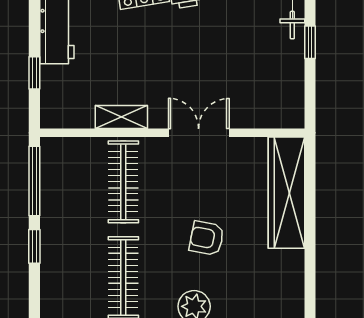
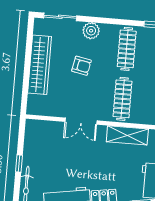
shelving: (121, 117) -> (127, 135), width x1.50, depth x1.33
wardrobe: (286, 193) -> (40, 65), moved

